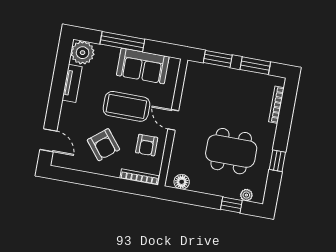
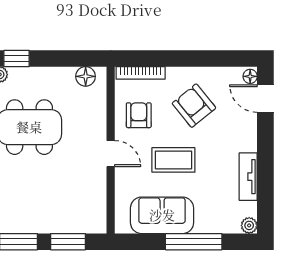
plant: (83, 53) -> (249, 225), width x0.53, depth x0.53
coffee table: (126, 106) -> (173, 160), width x0.73, depth x0.76
floor lamp: (57, 159) -> (250, 76), added

